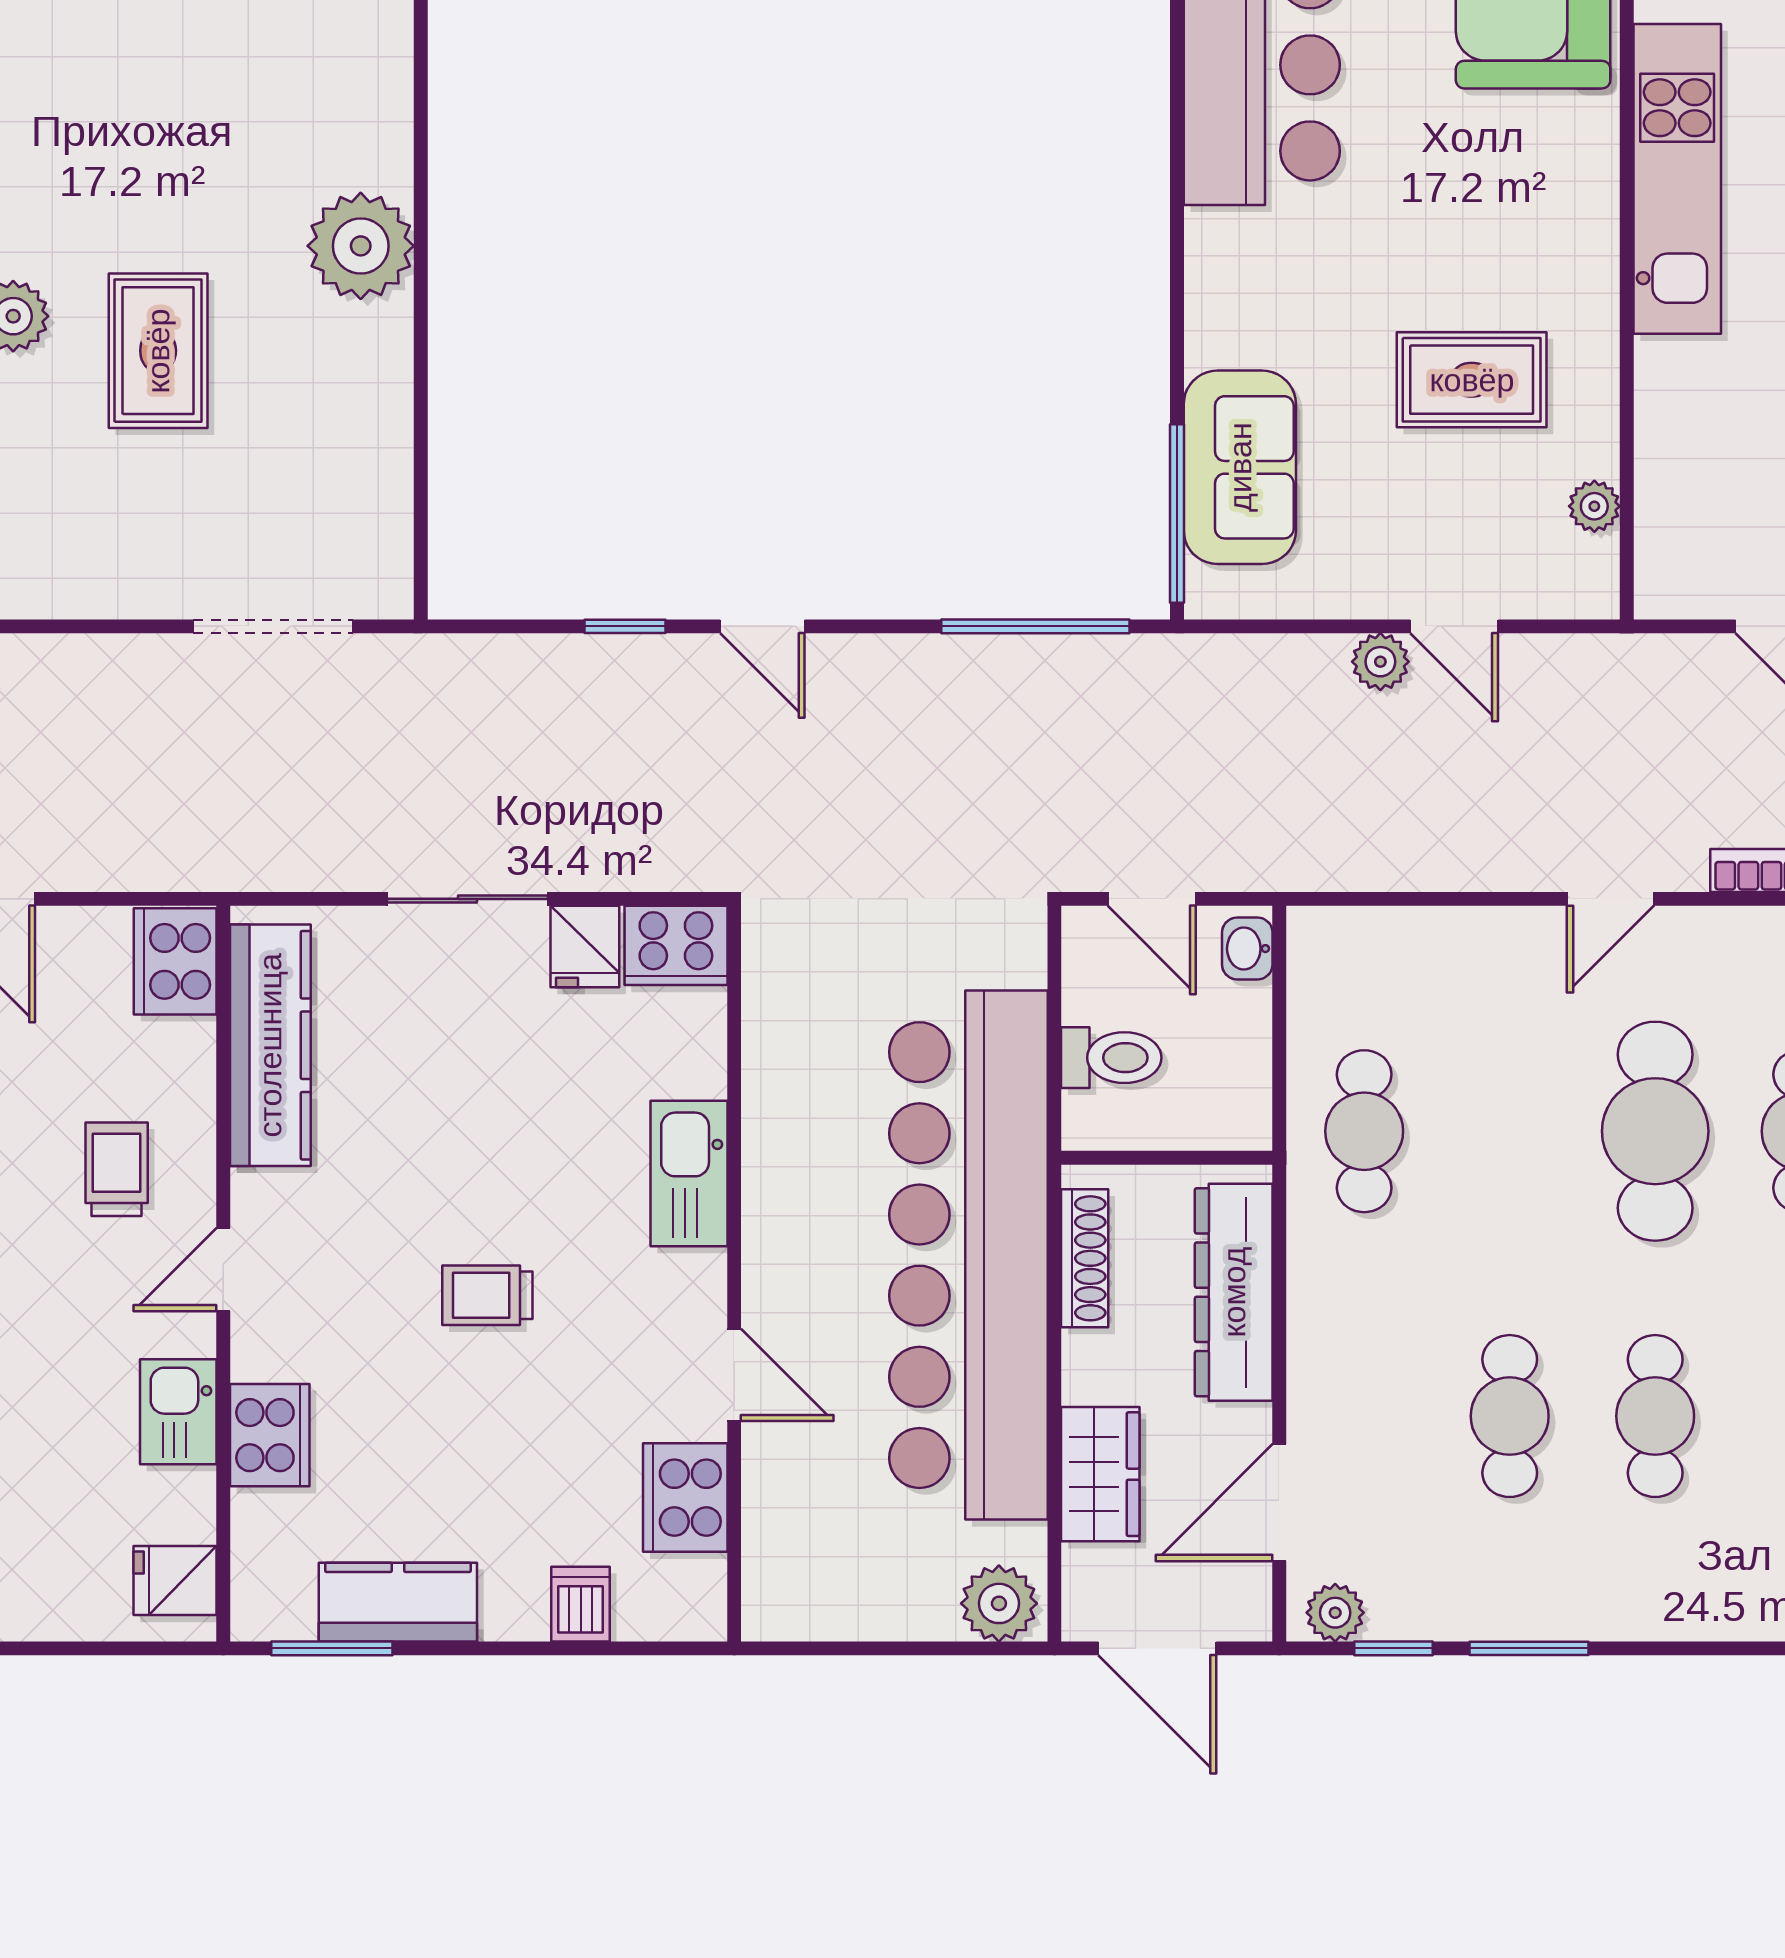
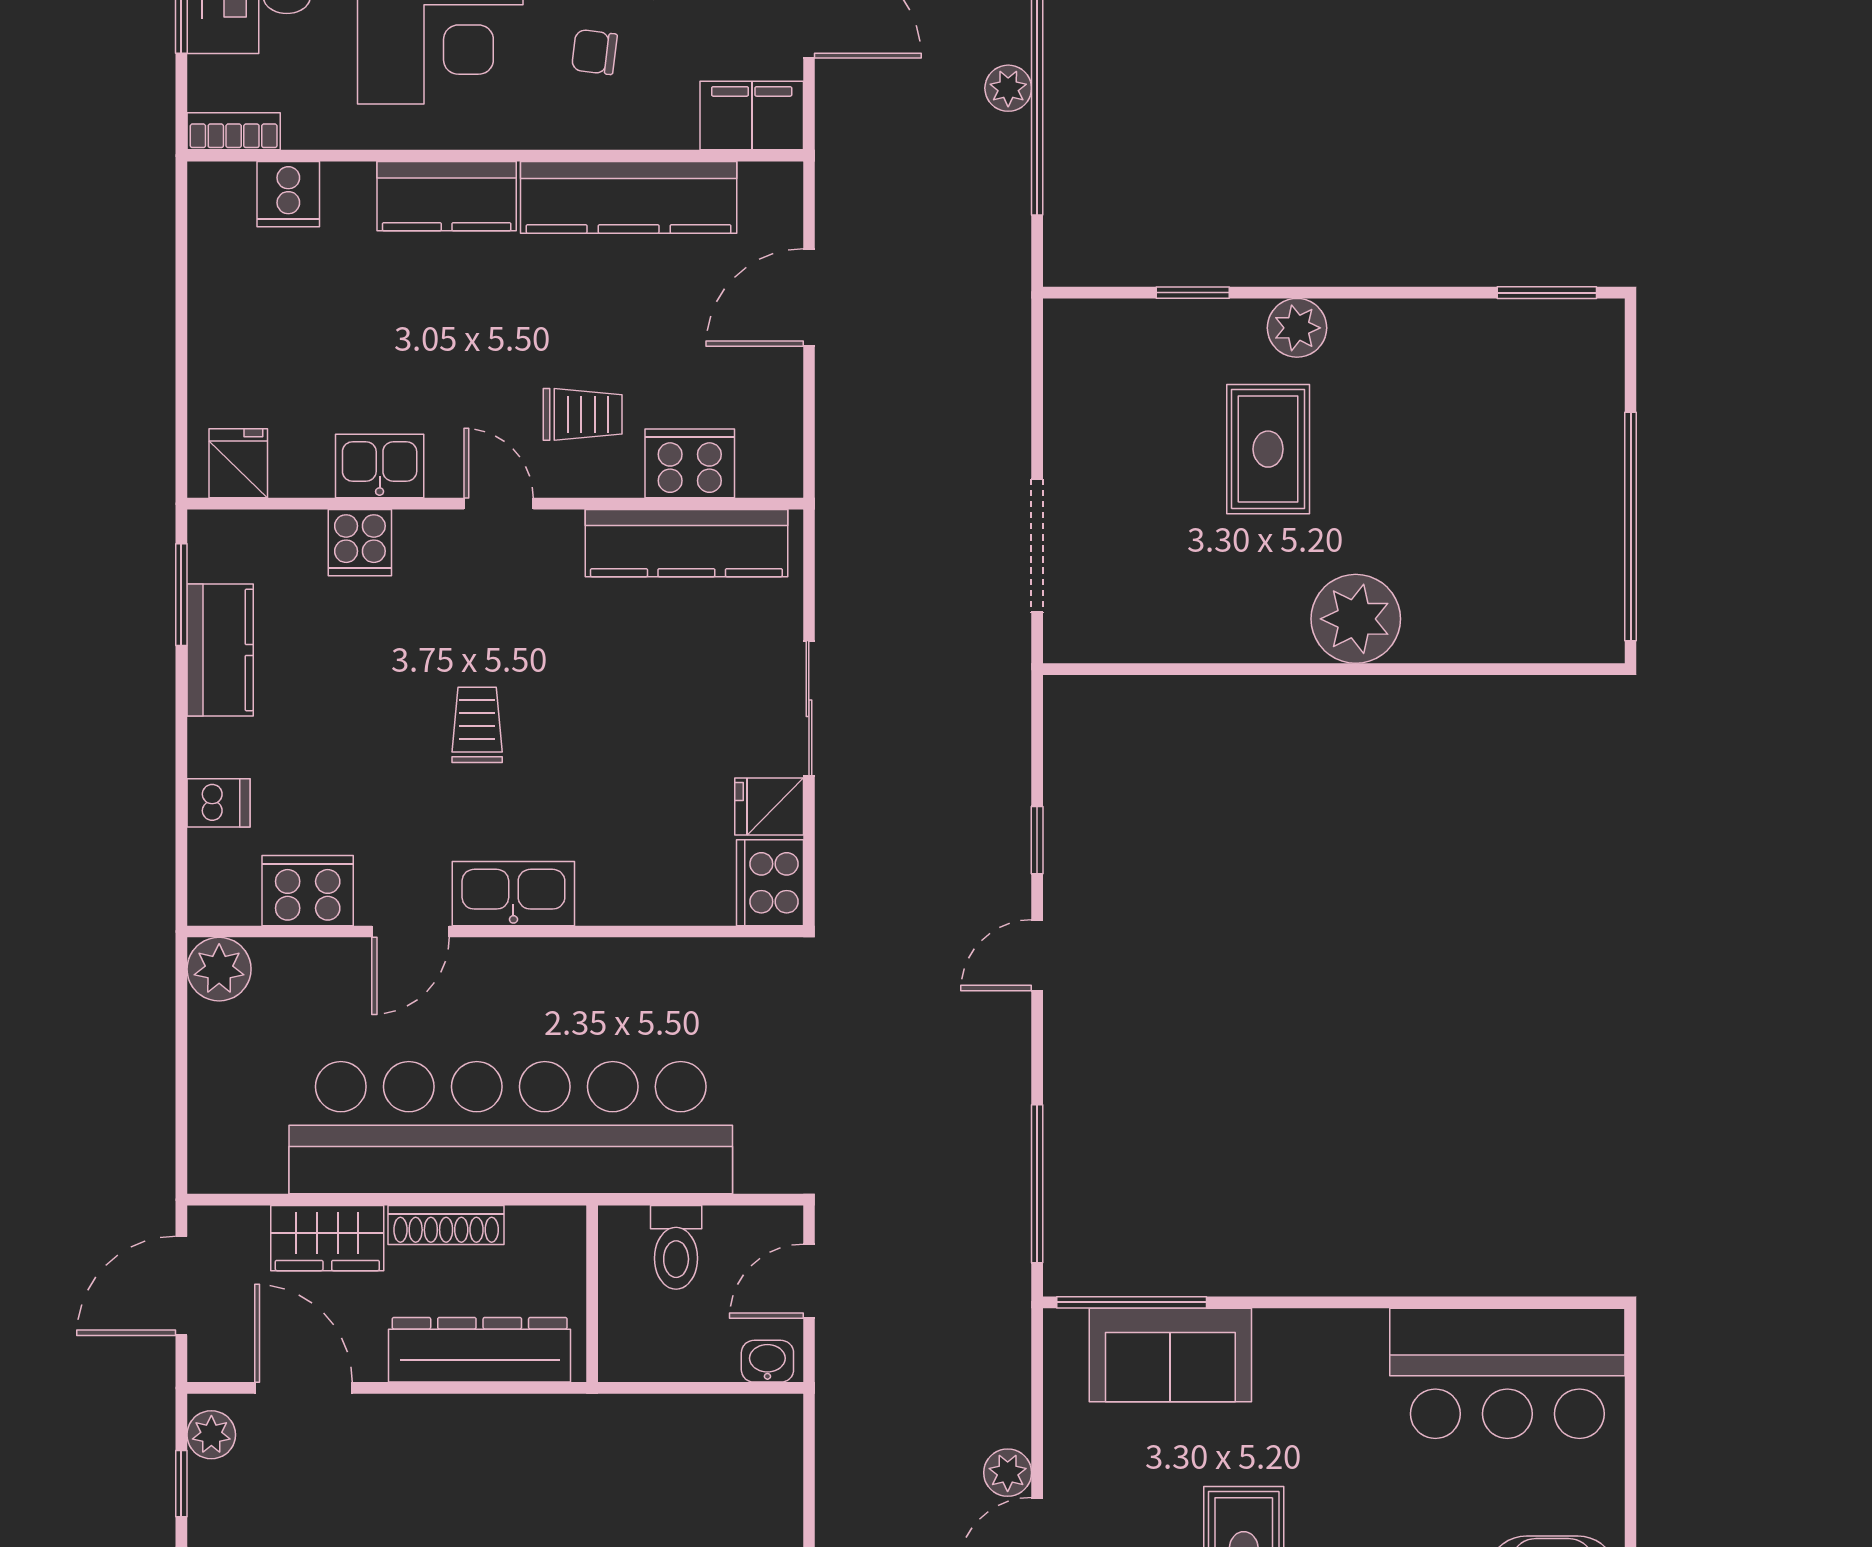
rug: (158, 351) -> (1268, 449), turned 90
cooker: (175, 961) -> (690, 463), moved
cafe table: (1364, 1131) -> (614, 1459), removed
kitchen sink: (689, 1174) -> (513, 894), moved
shoe rack: (1085, 1258) -> (446, 1225), moved
cooker: (270, 1435) -> (360, 543), width x0.73
plant: (999, 1603) -> (219, 969), moved

